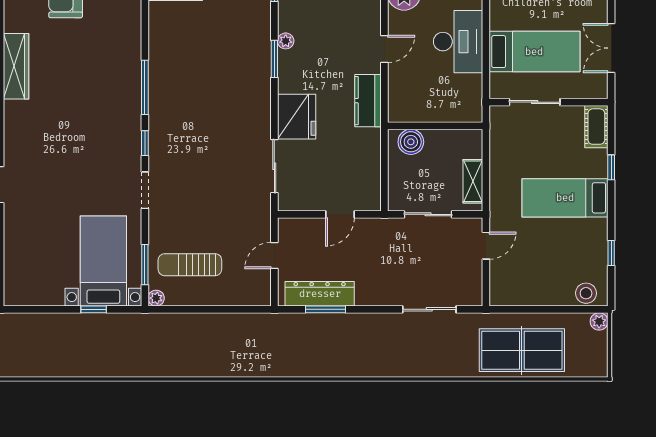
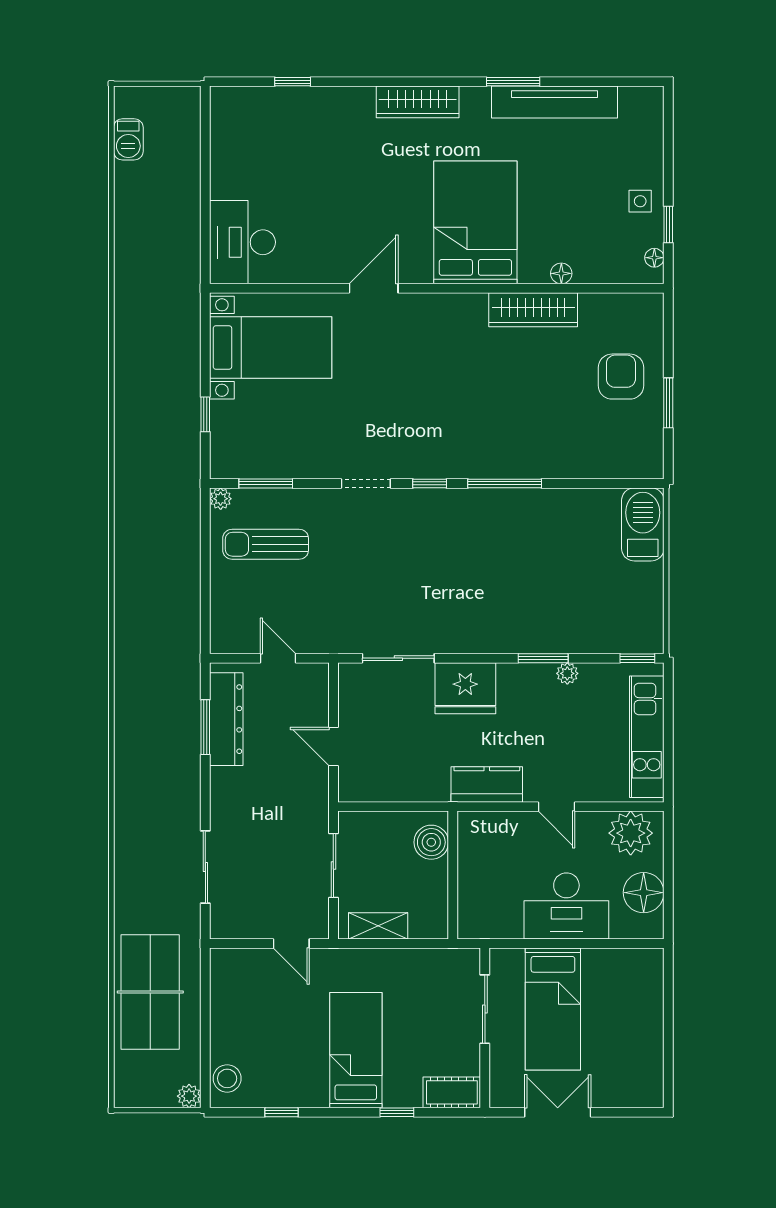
bed with nightstands: (103, 261) -> (271, 348), moved
sun lounger: (190, 265) -> (266, 544), turned -90

